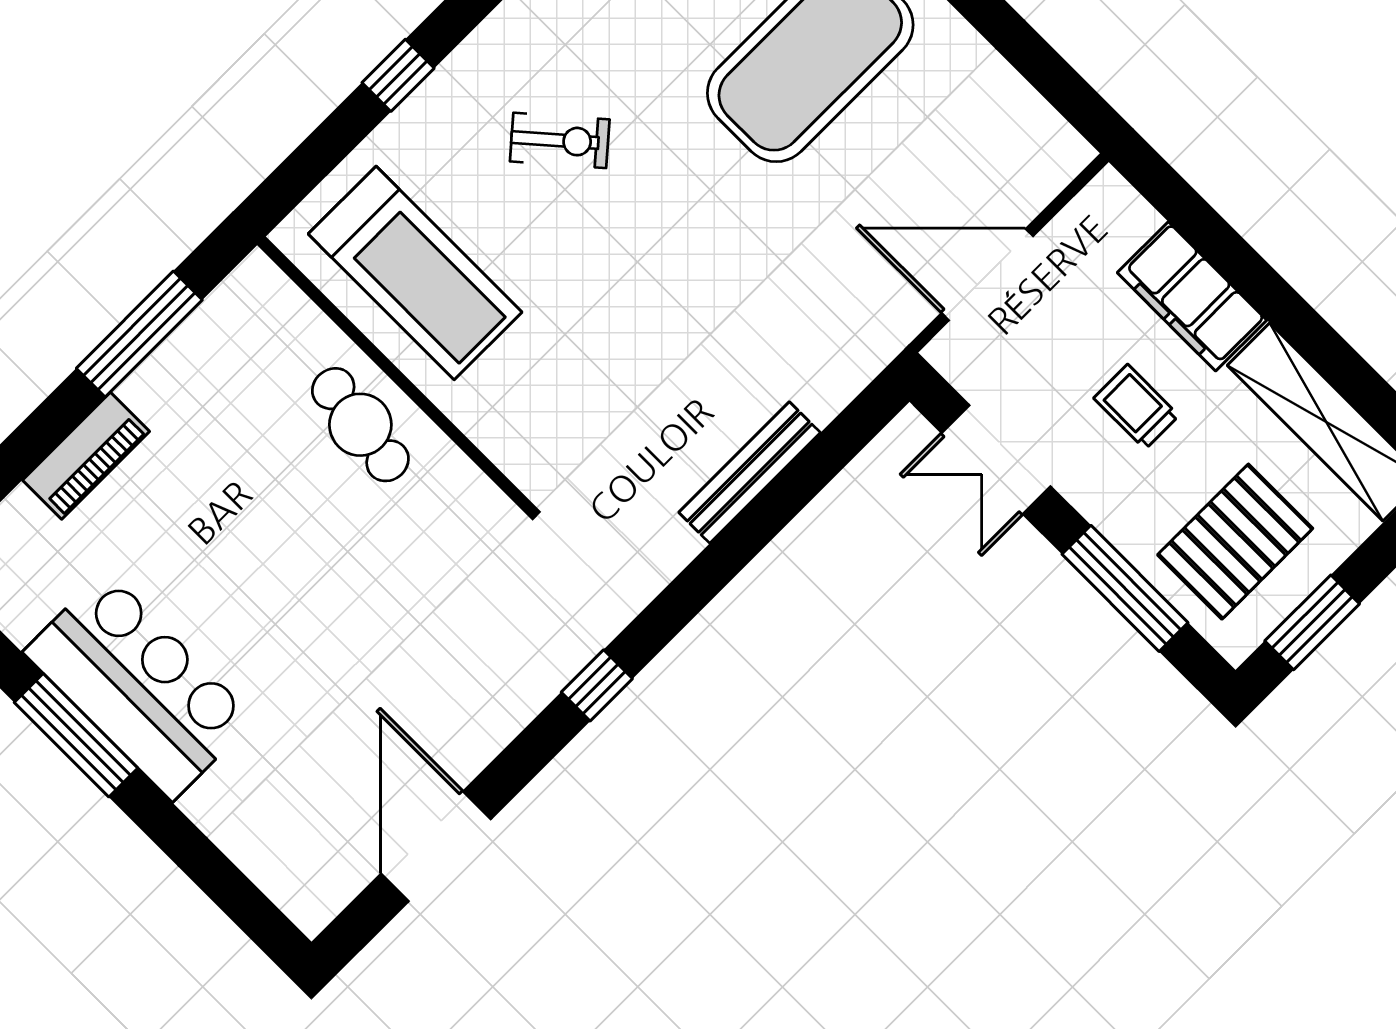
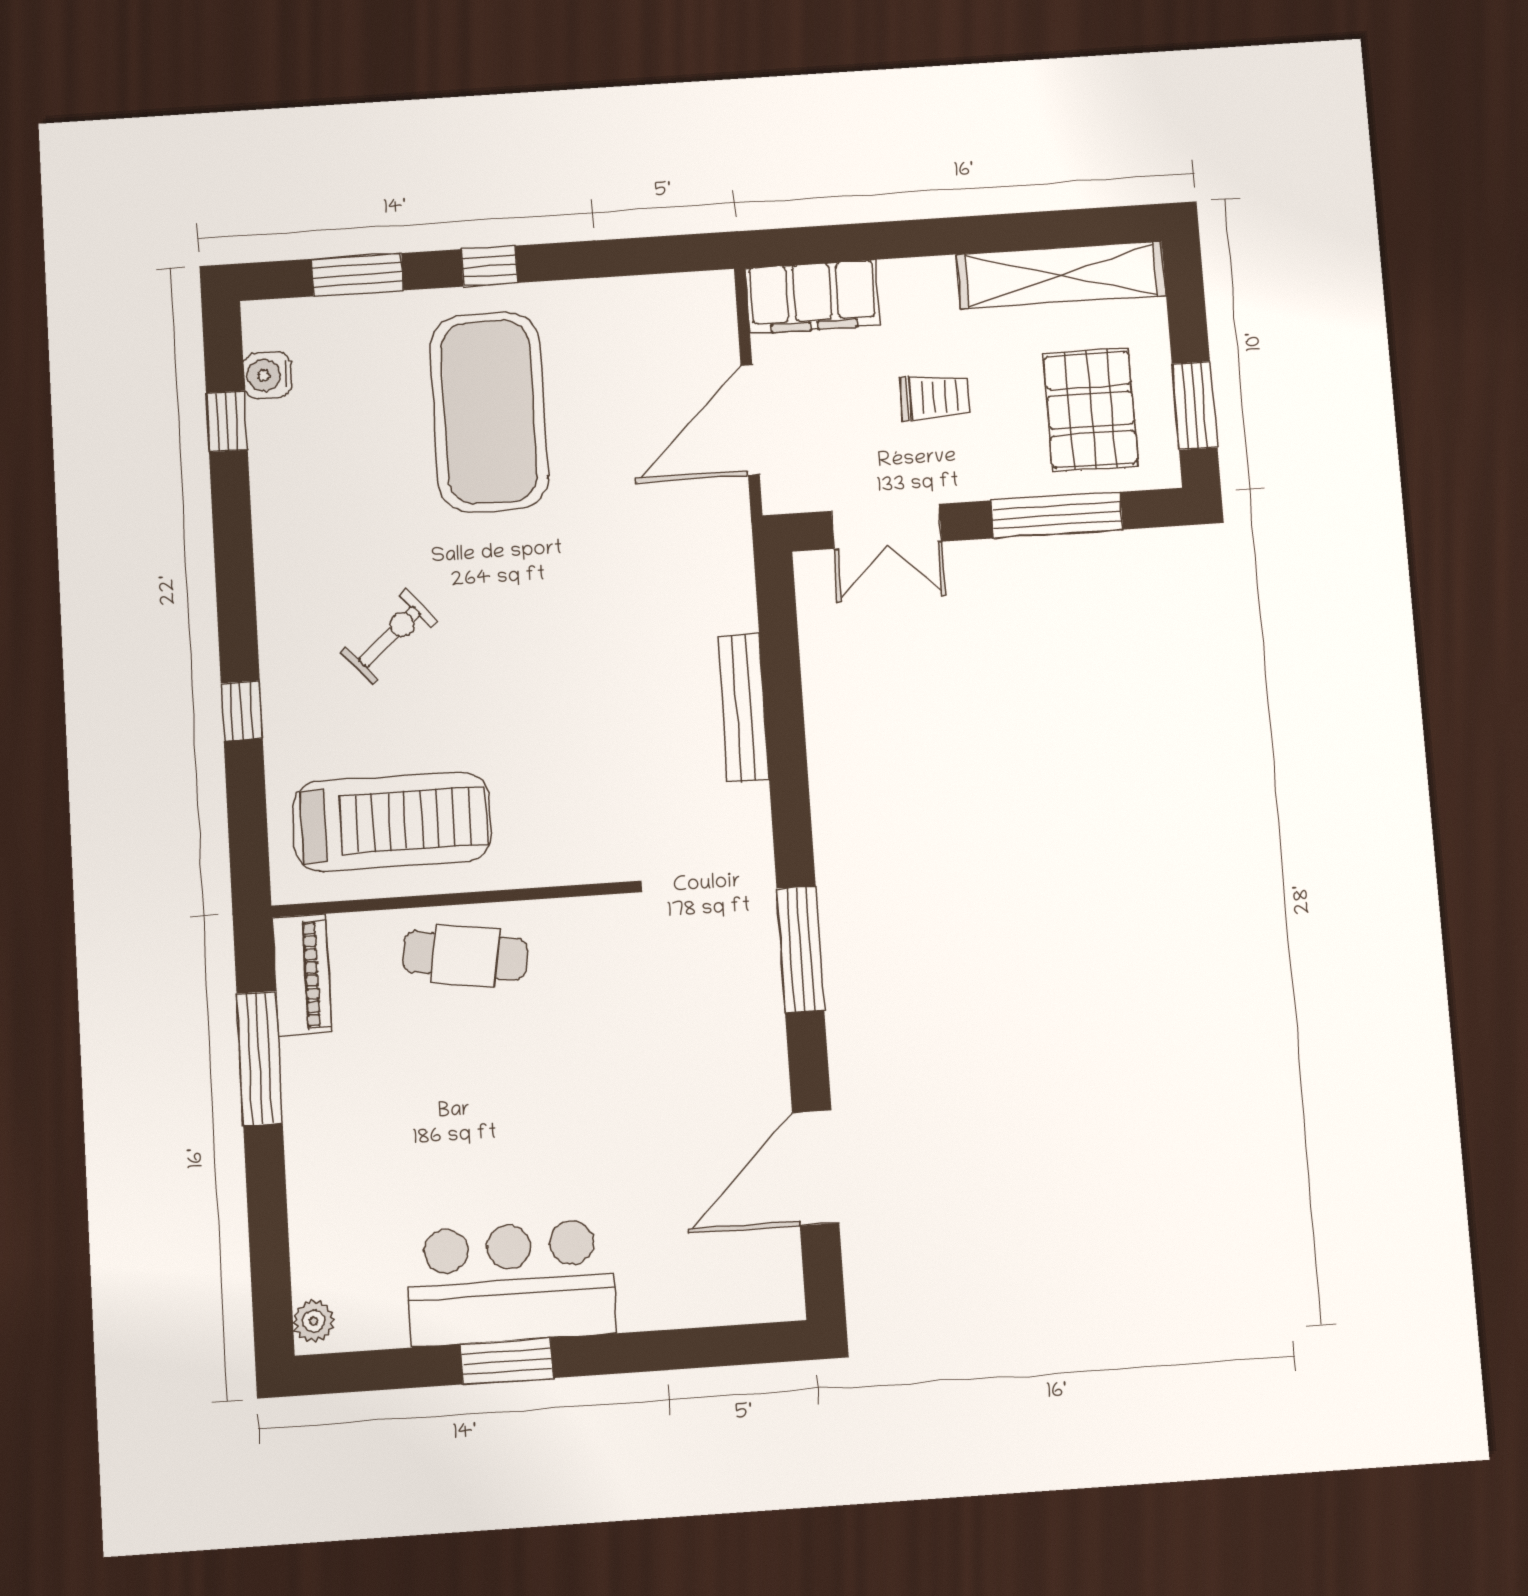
filing cabinet: (1192, 296) -> (812, 297), moved
trolley: (1136, 407) -> (935, 397), turned 180
piano: (86, 456) -> (302, 975), moved
window: (597, 685) -> (800, 949), width x2.17
window: (76, 735) -> (507, 1361), width x0.69
door: (436, 846) -> (816, 1168), hinge flipped

